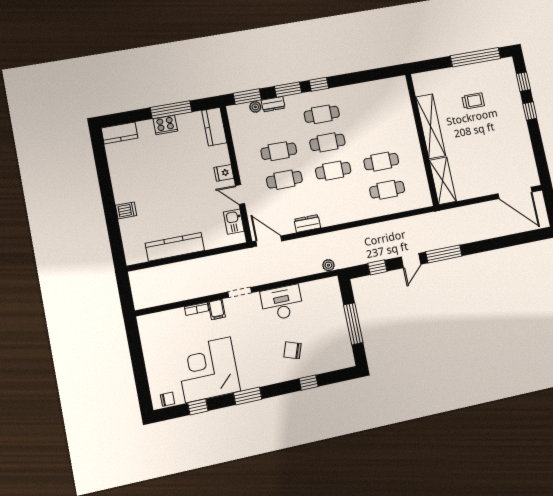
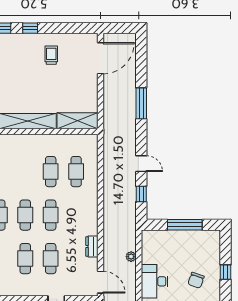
trolley: (473, 101) -> (51, 55), moved
door: (269, 241) -> (101, 282), swing flipped
window: (444, 254) -> (141, 103), moved
plant: (328, 265) -> (131, 257), moved

